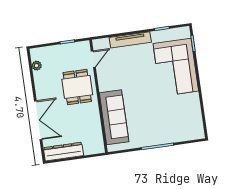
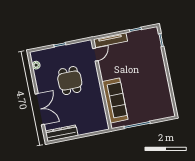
door: (93, 59) -> (95, 55), moved
corner sofa: (176, 67) -> (148, 60), removed
wall: (99, 96) -> (101, 84), moved
sofa: (114, 117) -> (115, 101), moved

